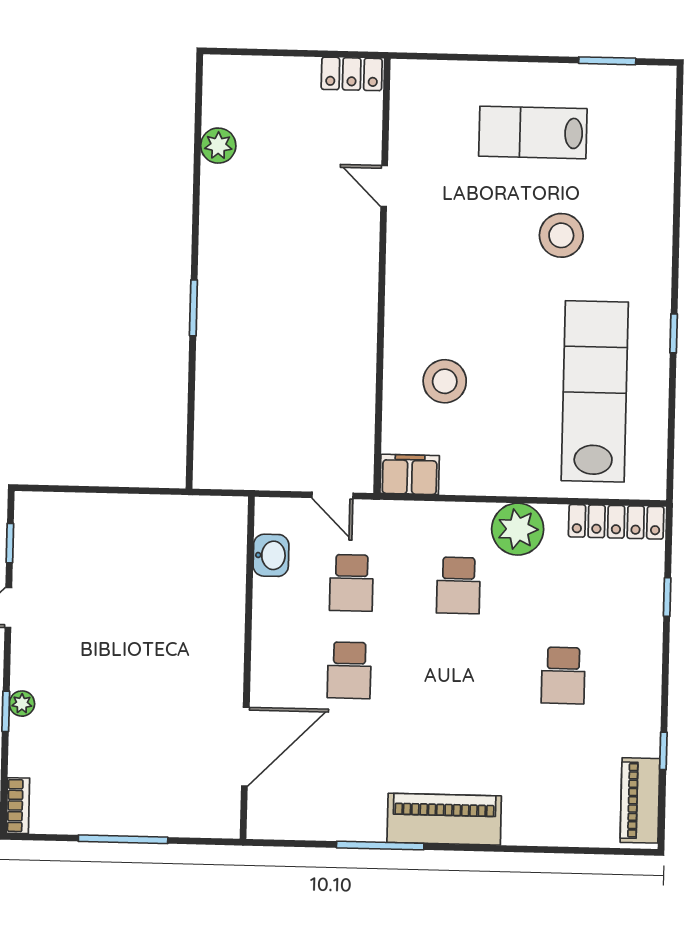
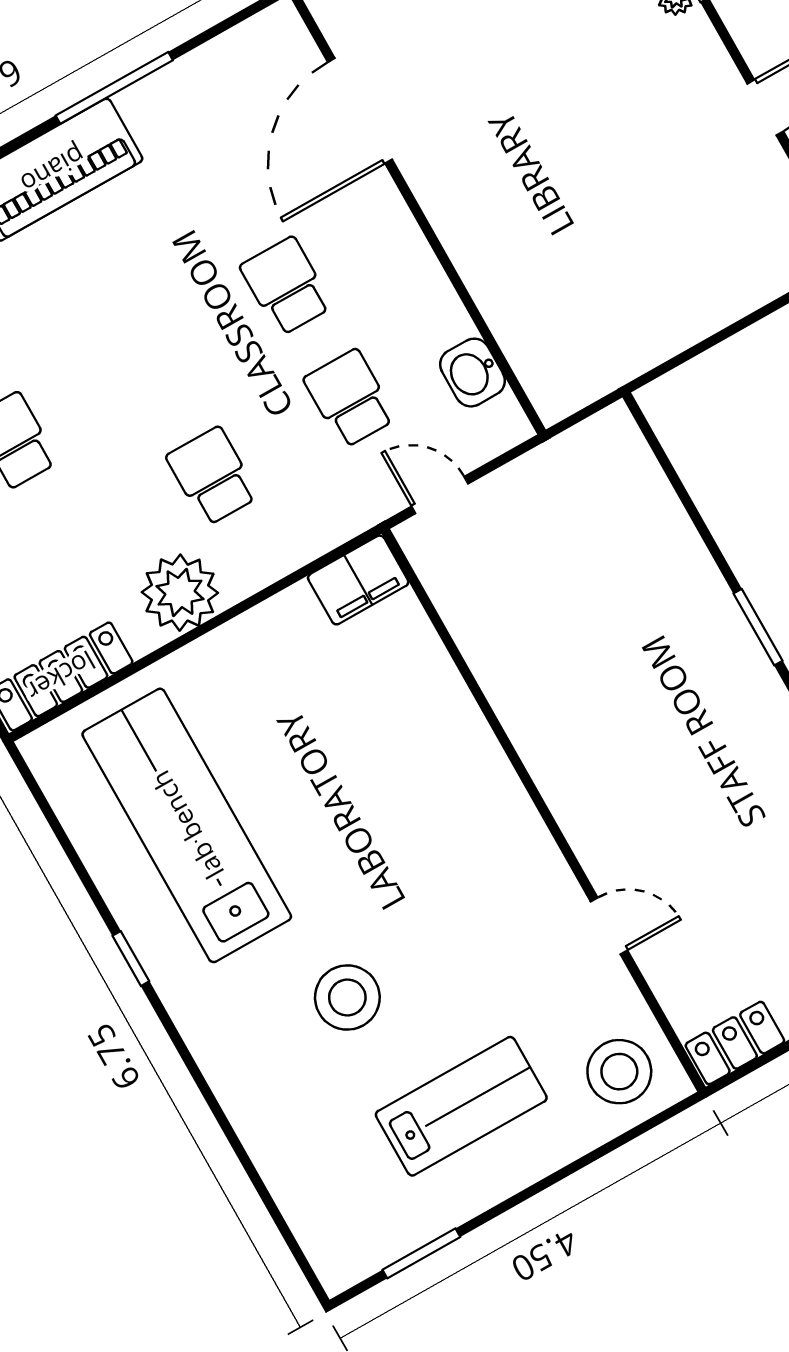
stool: (445, 381) -> (619, 1072), moved
lab bench: (595, 391) -> (187, 825), turned 180

